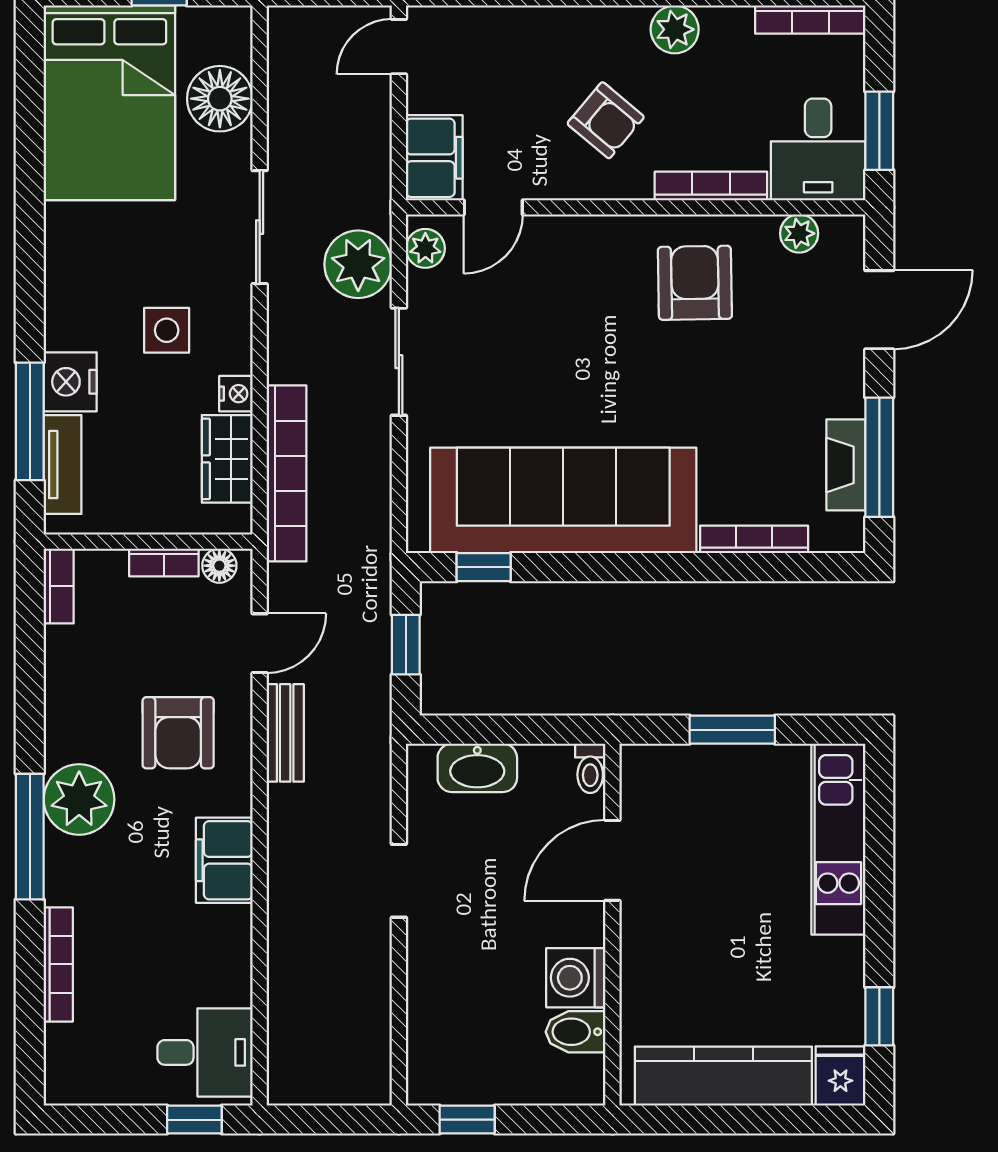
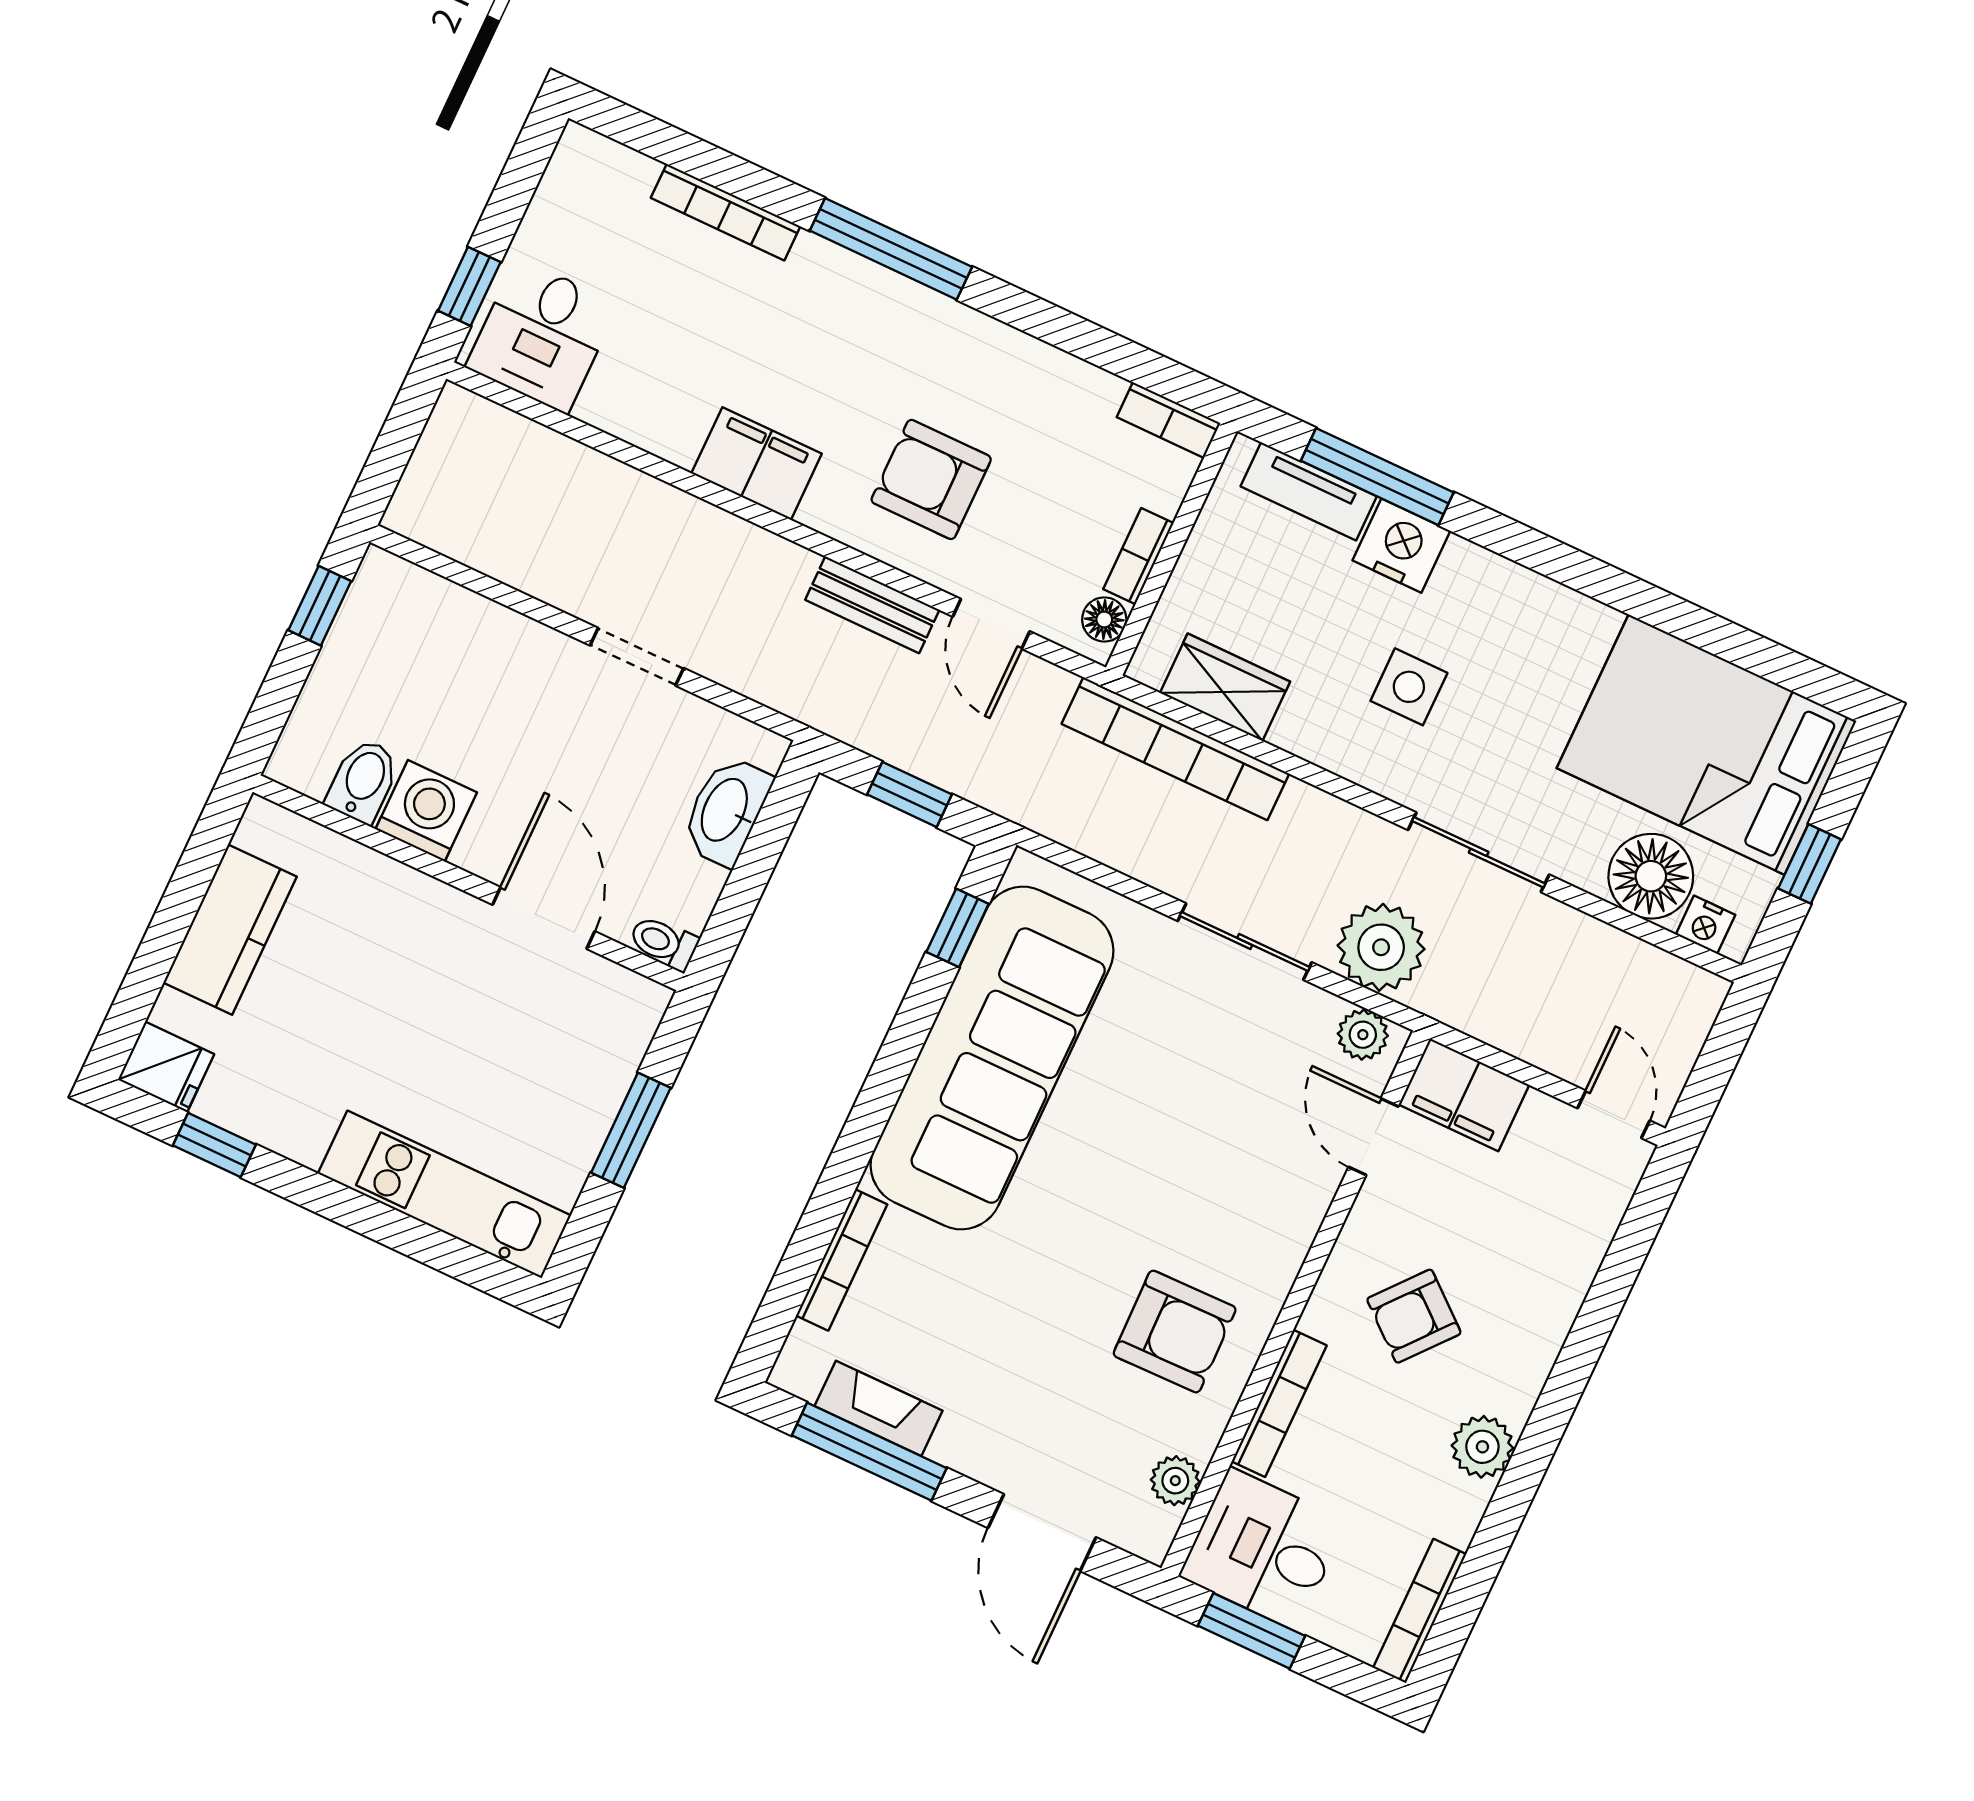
nightstand: (236, 394) -> (1705, 925), moved
plant: (79, 799) -> (907, 327), removed
kitchen counter: (723, 1076) -> (230, 930), width x0.67

